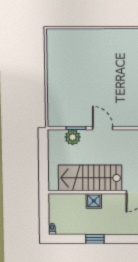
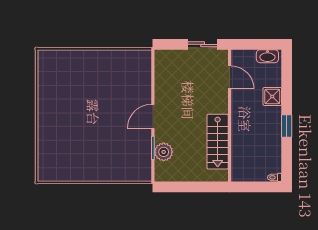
stairs: (90, 178) -> (218, 142), width x0.73, depth x0.66
shower: (94, 201) -> (272, 96), moved

